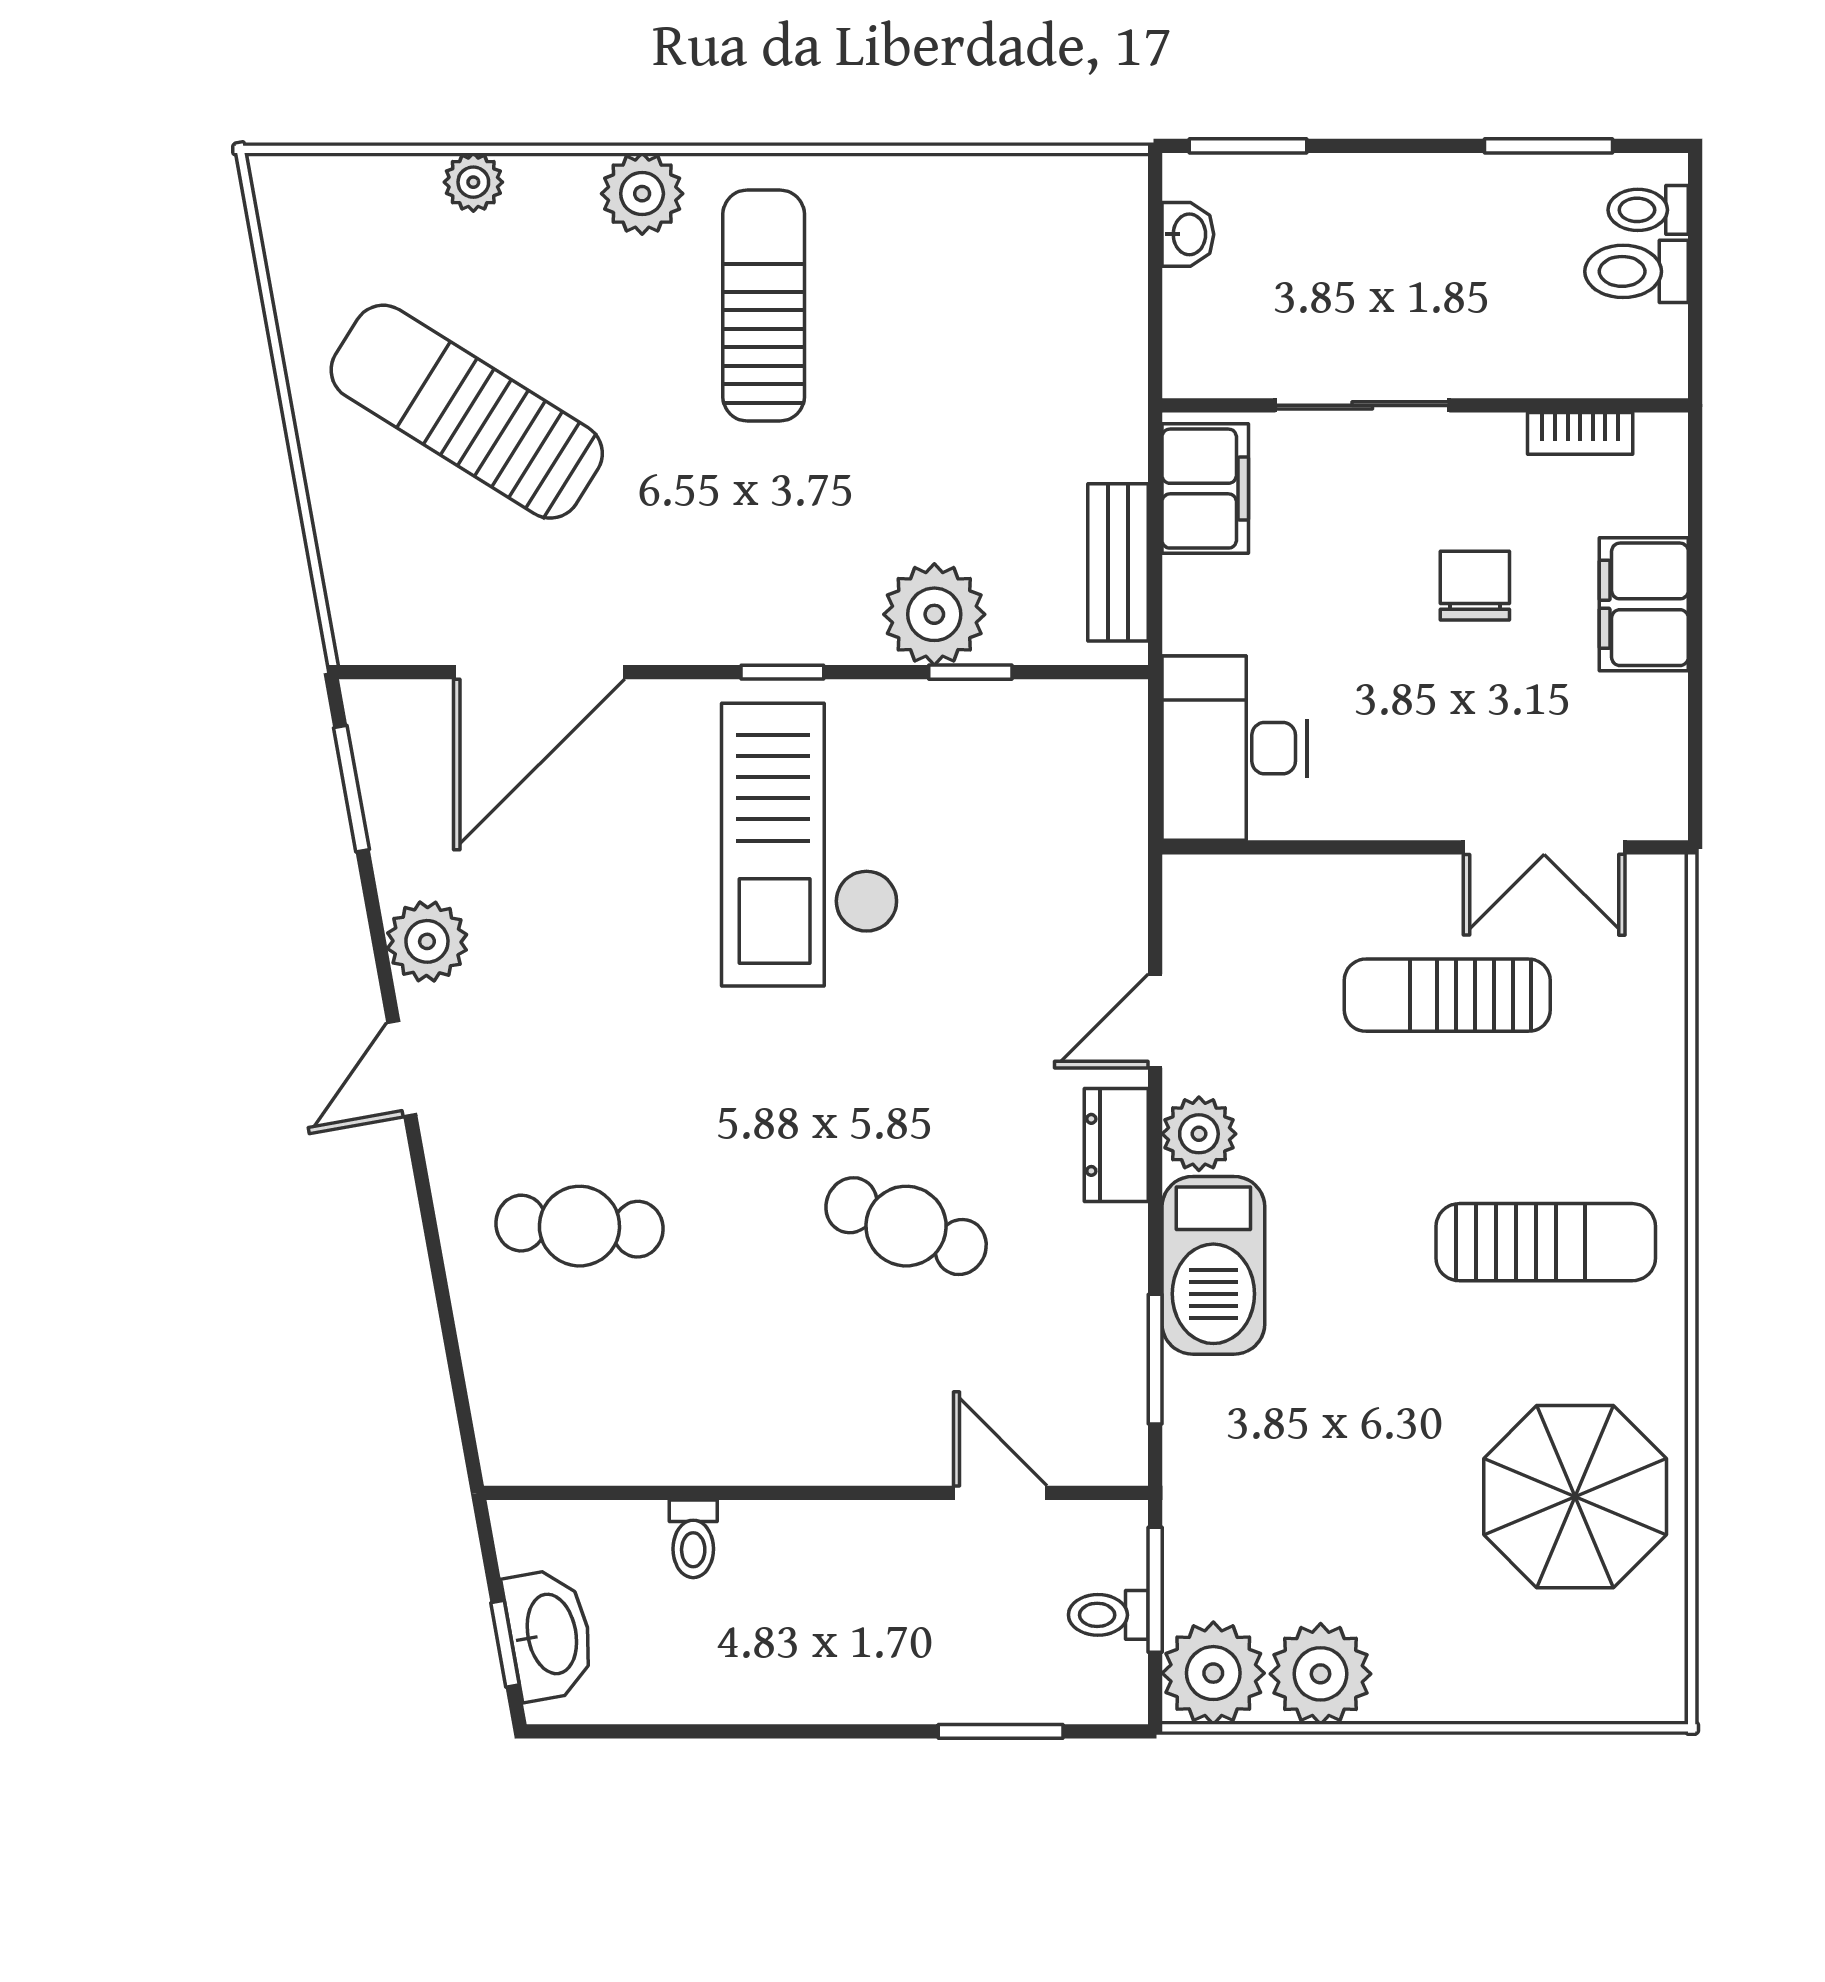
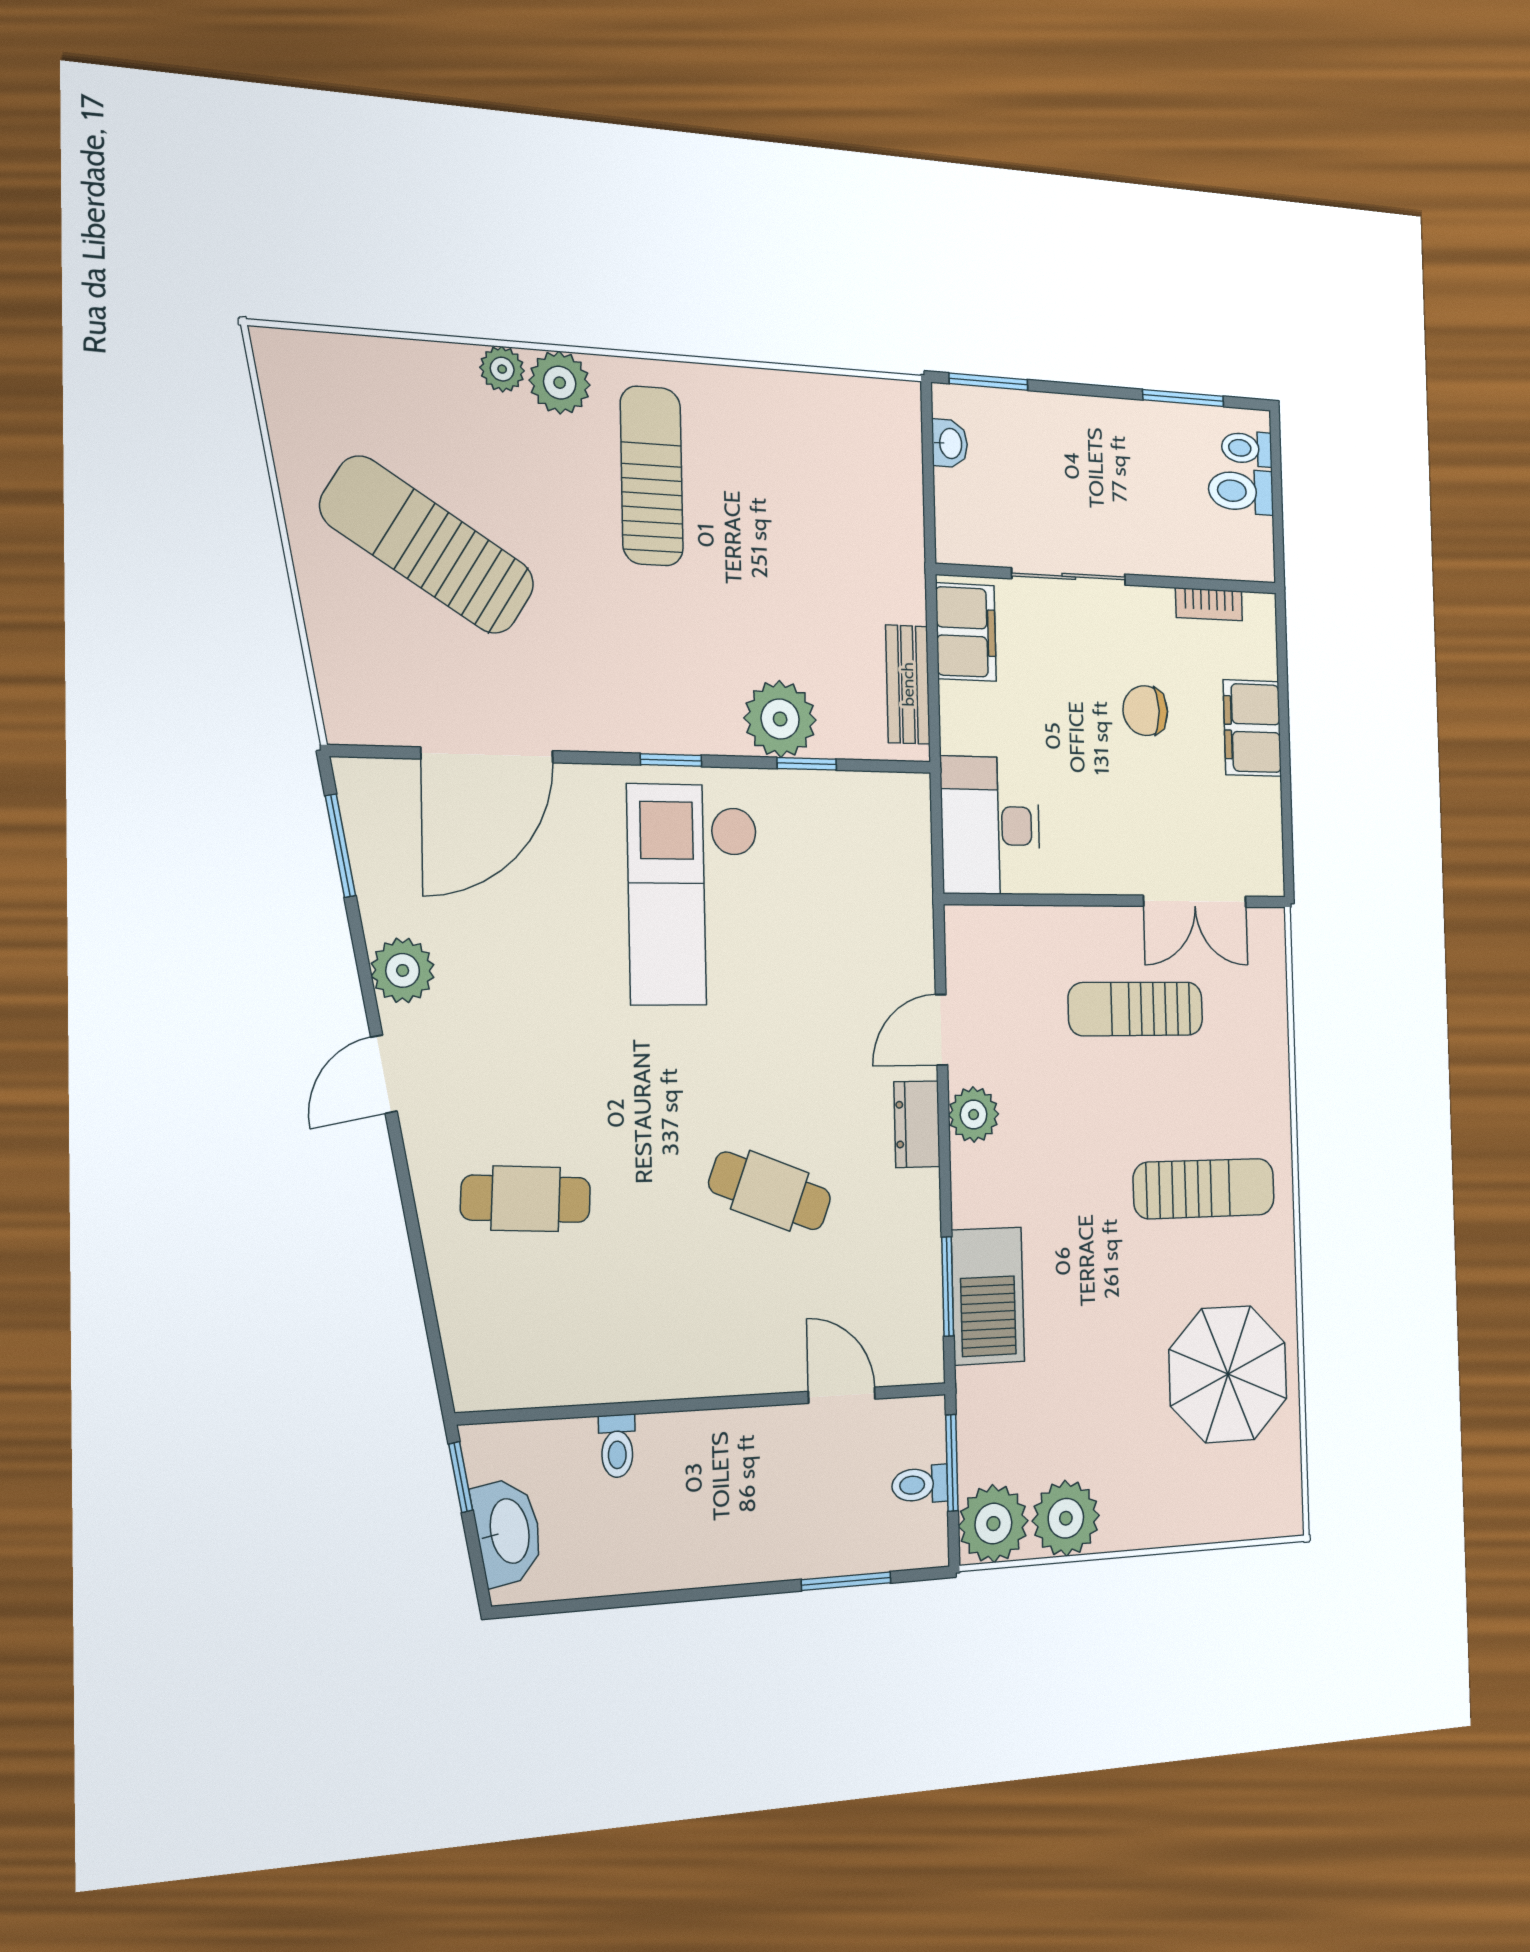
plant: (473, 182) -> (502, 369), moved
chair: (1475, 586) -> (1145, 711), turned -90
barbecue: (1213, 1265) -> (988, 1296), moved
window: (505, 1644) -> (461, 1477), moved

